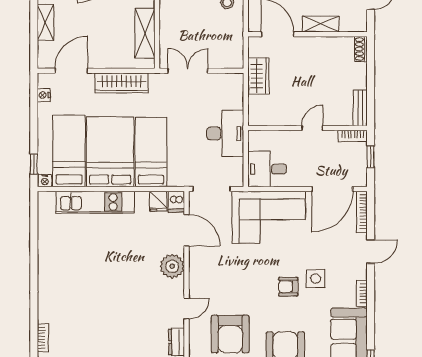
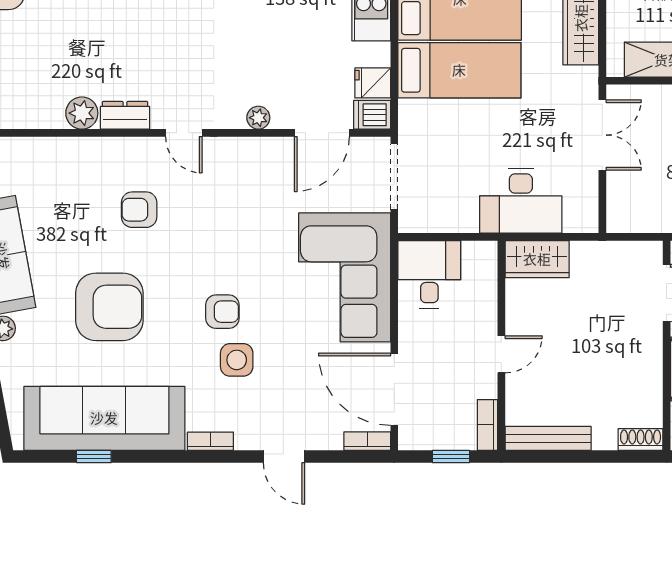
wardrobe: (258, 76) -> (537, 259), moved
bench: (360, 108) -> (548, 438), width x1.36
door: (312, 128) -> (501, 354), hinge flipped
desk: (225, 133) -> (521, 201), moved
bookcase: (362, 212) -> (367, 441), width x0.64
plant: (172, 266) -> (258, 118), width x0.53, depth x0.53
armchair: (288, 287) -> (222, 312), turned 90
armchair: (230, 334) -> (139, 210), width x0.53, depth x0.53

